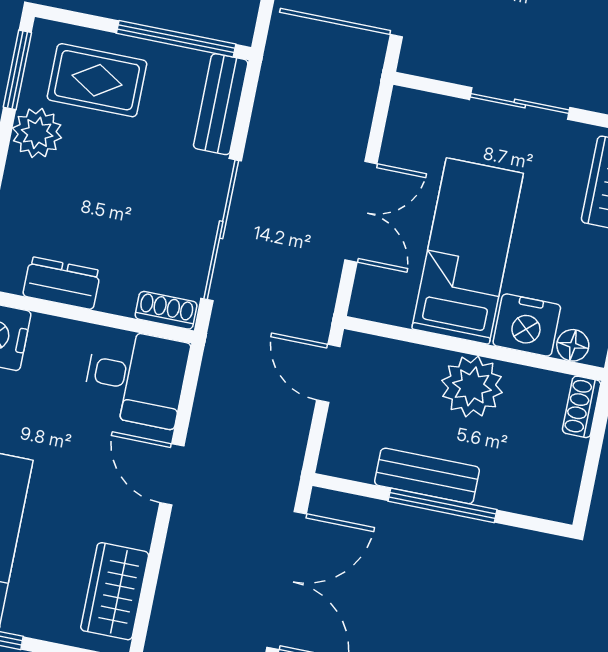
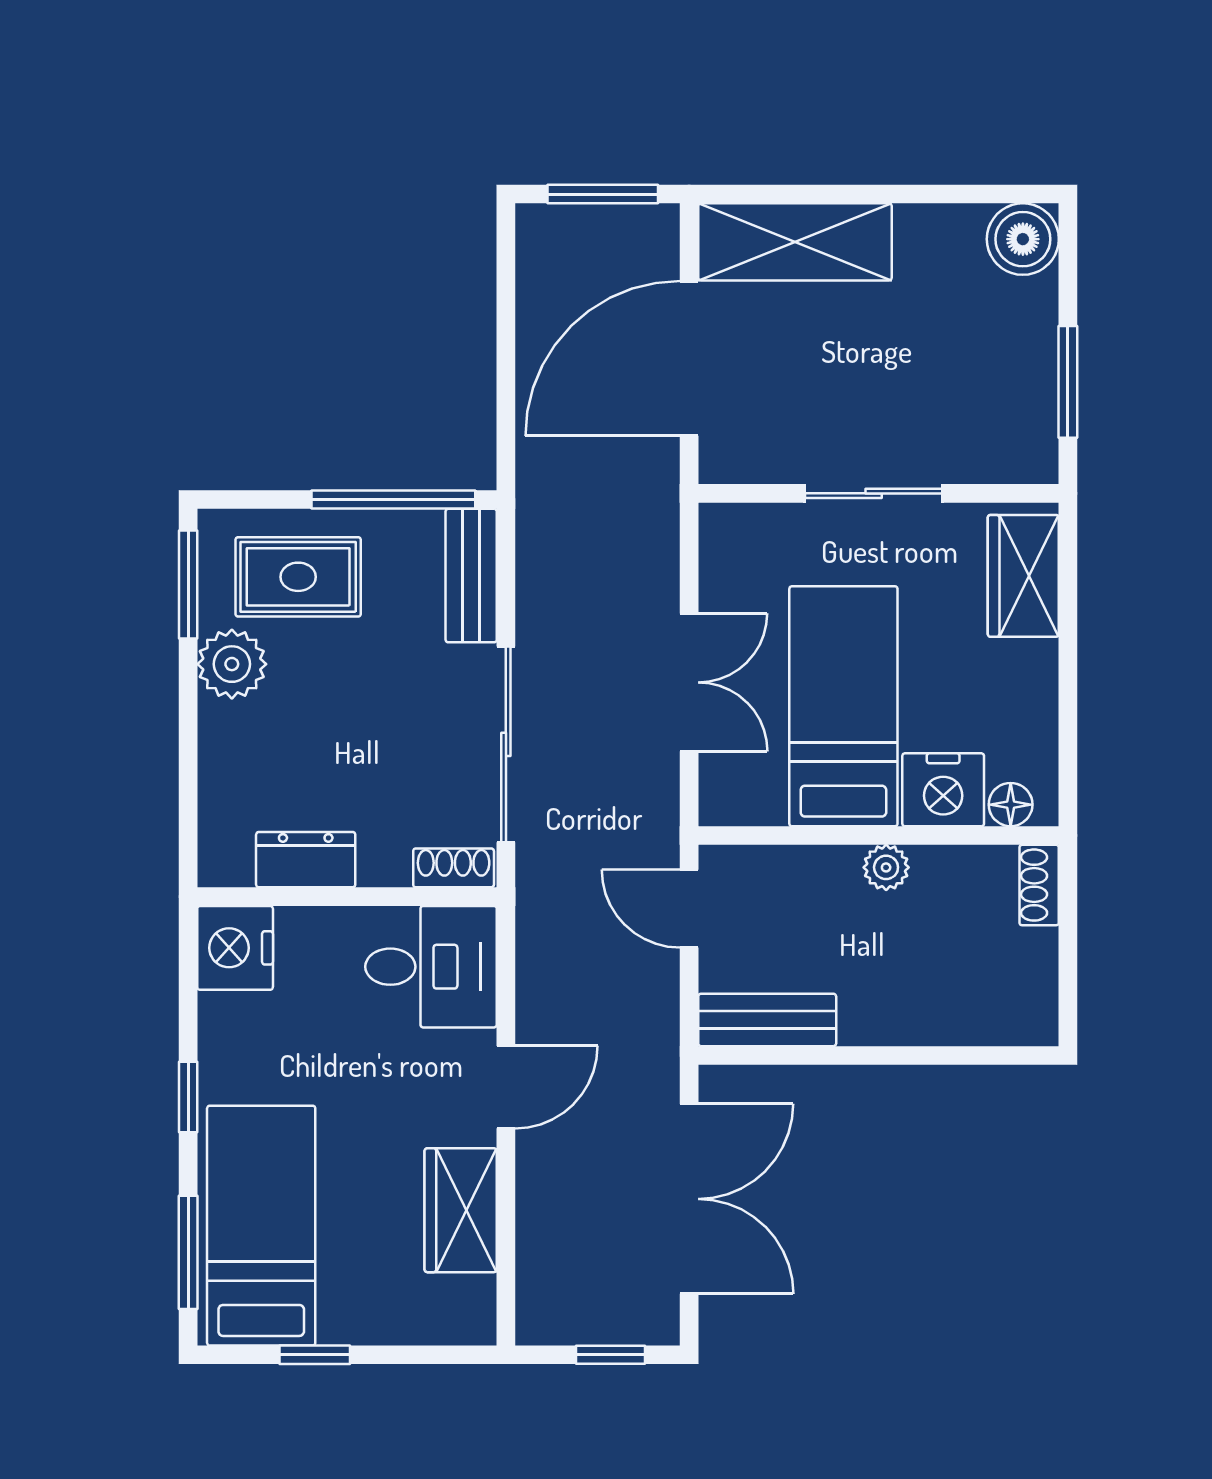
plant: (472, 386) -> (886, 867), width x0.53, depth x0.53
door: (172, 474) -> (506, 1087), swing flipped
bench: (427, 476) -> (767, 1020), moved
window: (442, 505) -> (879, 1055), removed
wardrobe: (115, 591) -> (461, 1210), moved

